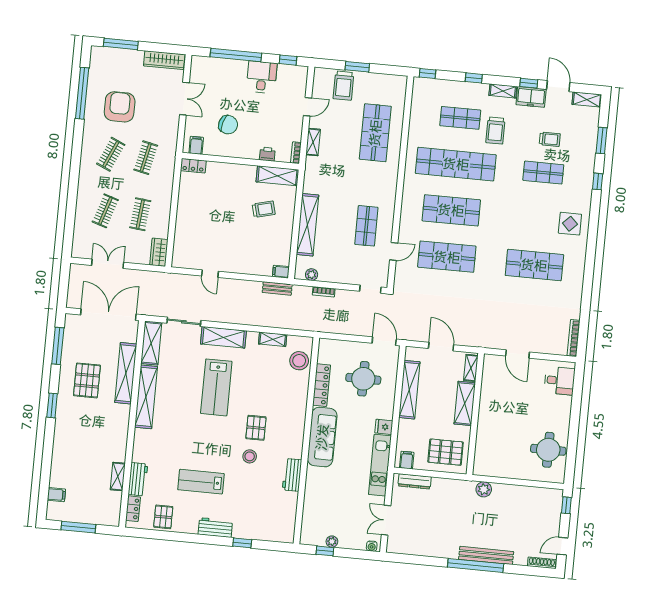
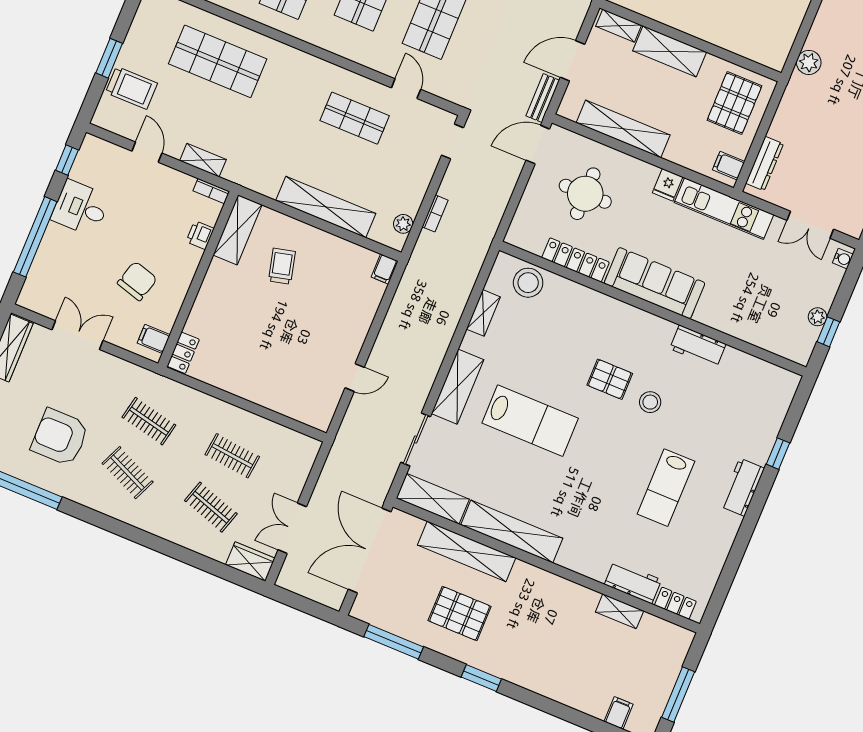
wardrobe: (159, 252) -> (250, 562), moved, turned 180
bench: (277, 288) -> (543, 98), moved
pallet: (163, 517) -> (702, 561), removed

